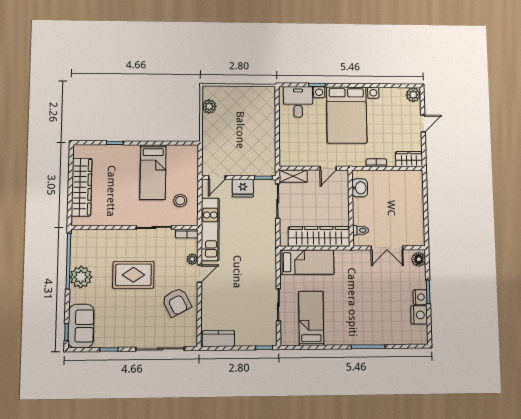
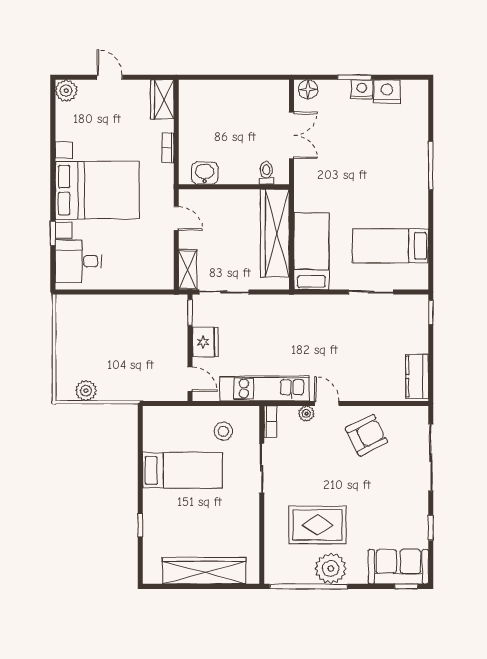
rug: (133, 275) -> (318, 525), moved, turned 90

